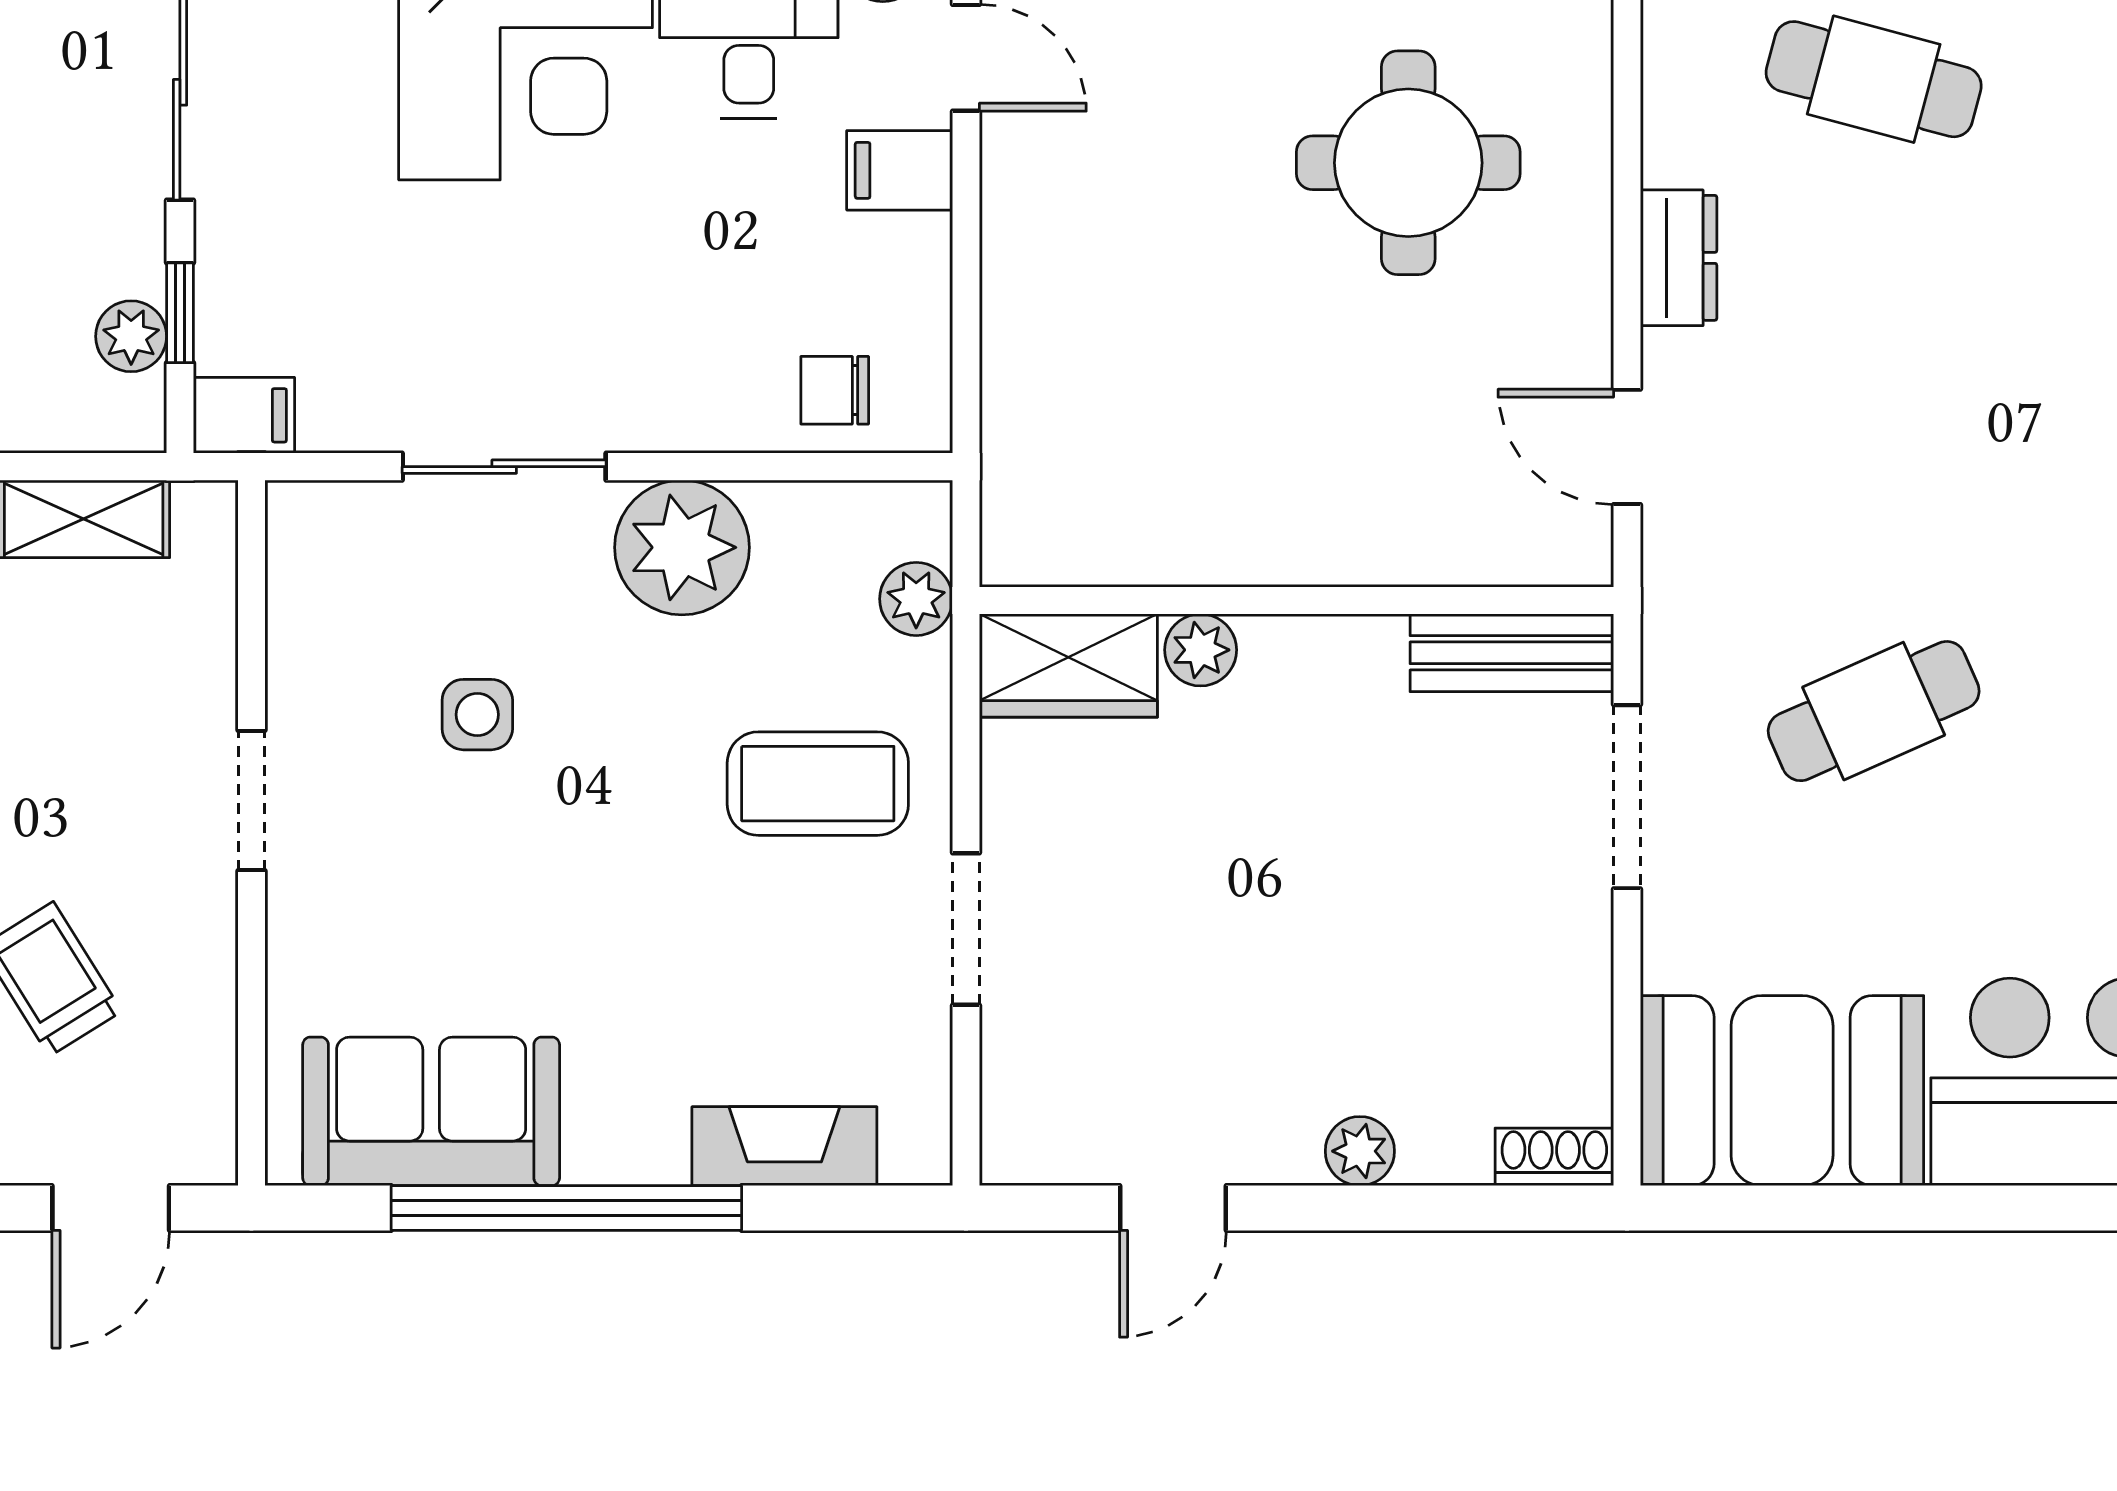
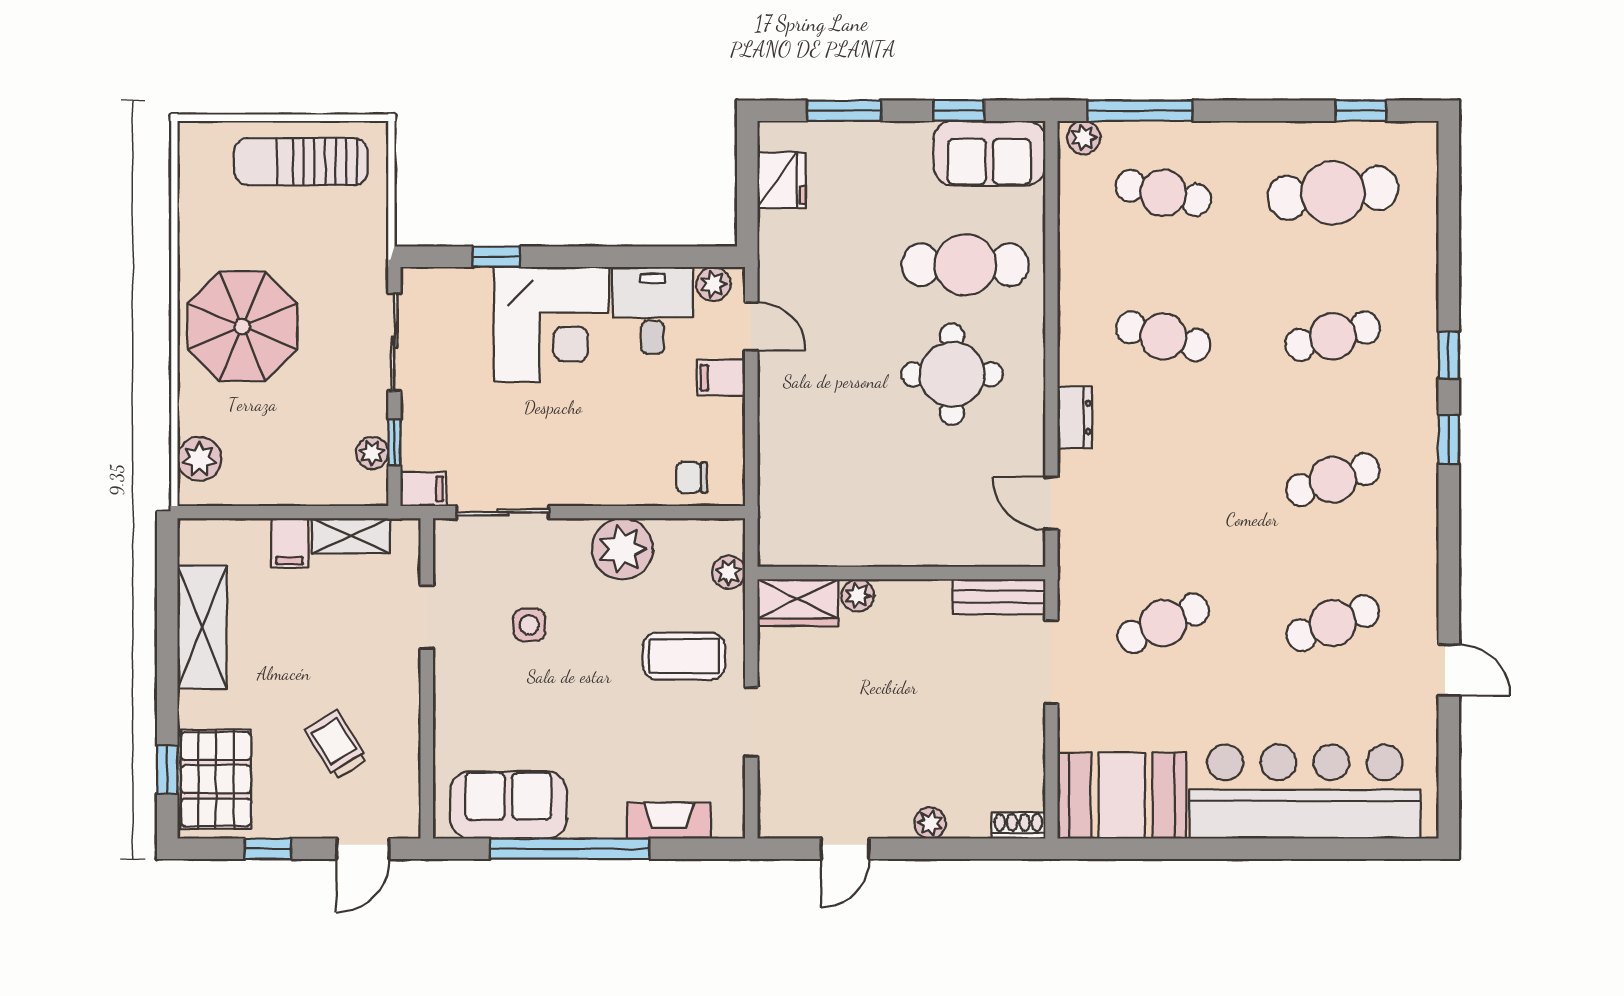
sliding door: (504, 467) -> (503, 512), moved
doorway: (251, 800) -> (427, 617), moved

